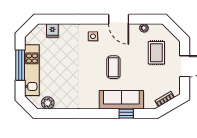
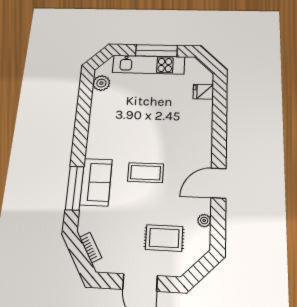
side table: (93, 36) -> (193, 146), removed
sofa: (121, 100) -> (96, 182), width x0.73
window: (126, 114) -> (75, 188), width x2.17

